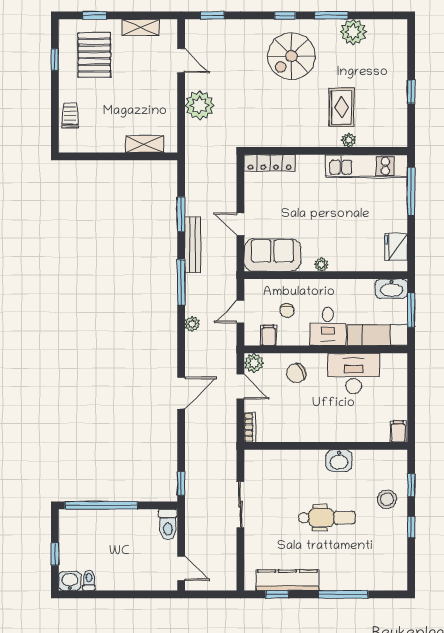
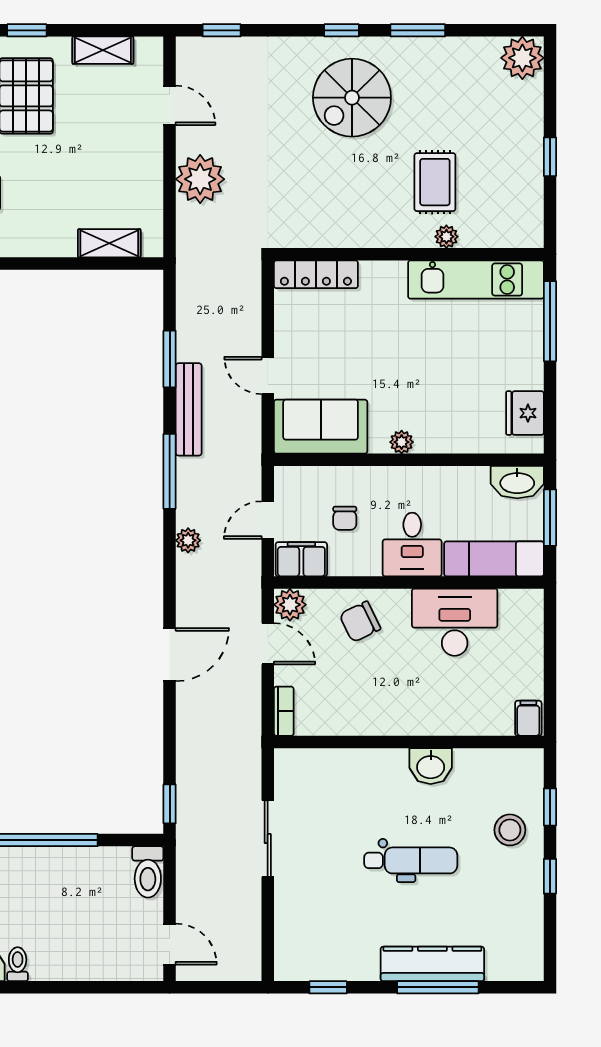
plant: (353, 32) -> (522, 58), moved
filing cabinet: (269, 335) -> (301, 559), width x2.00
kitchen counter: (287, 580) -> (432, 964), moved

